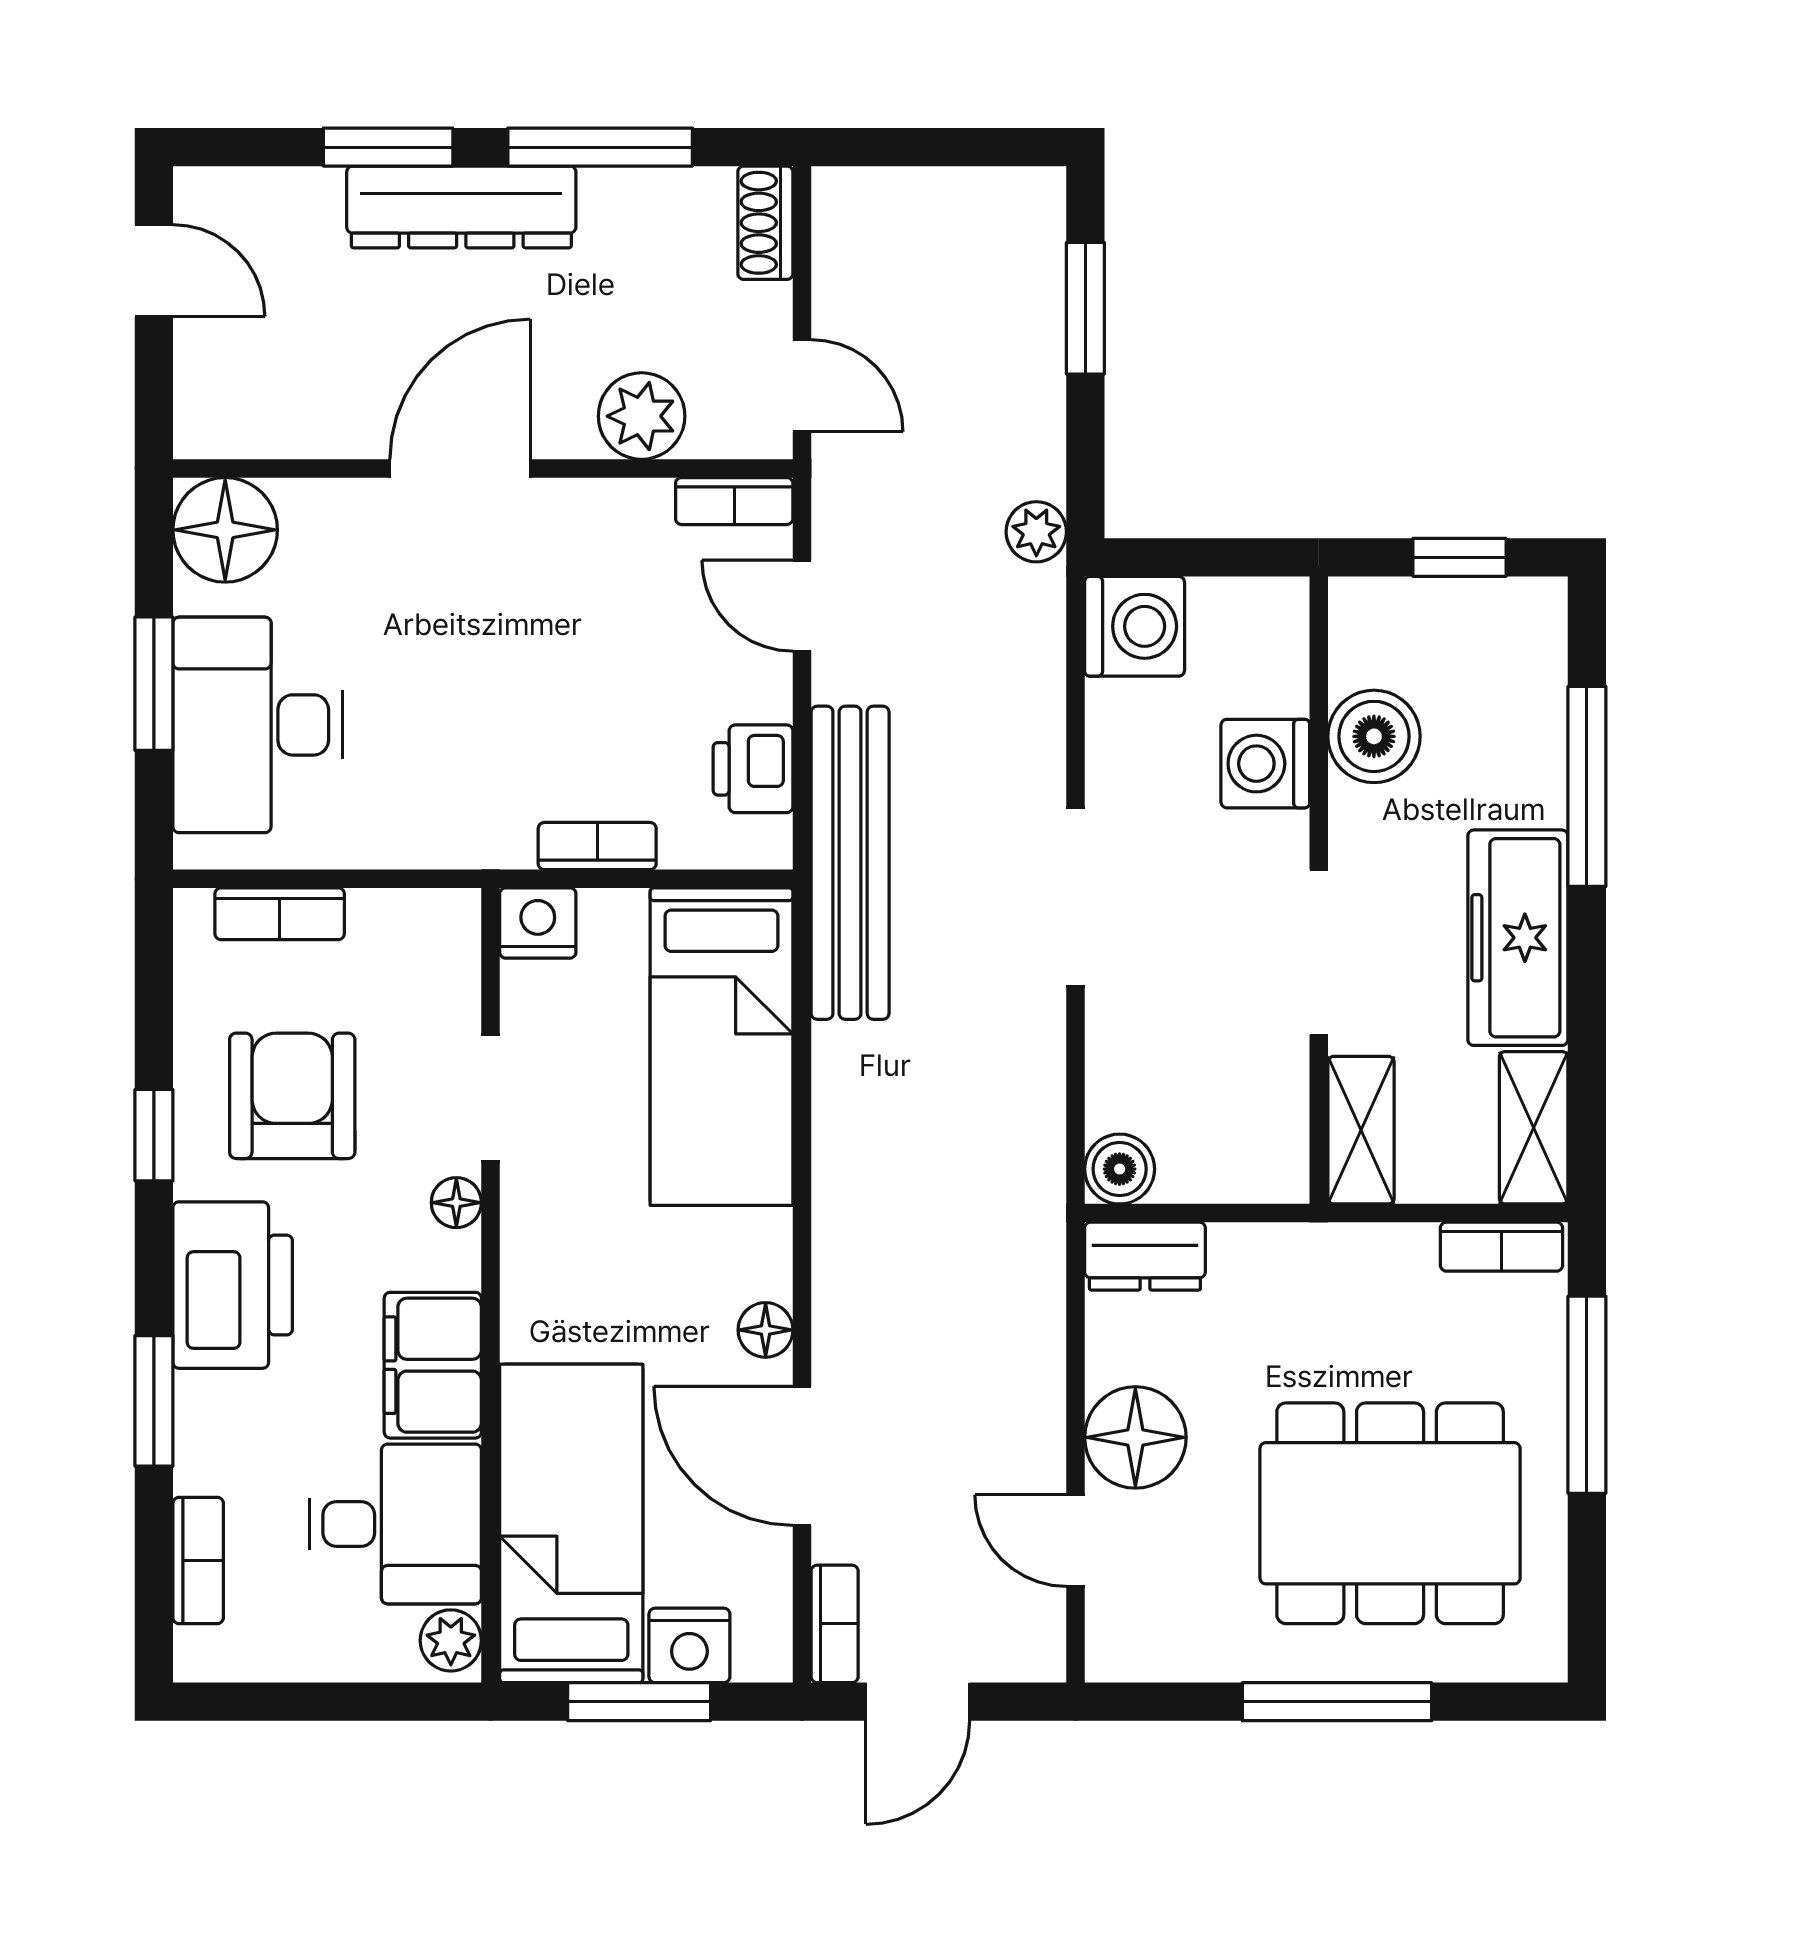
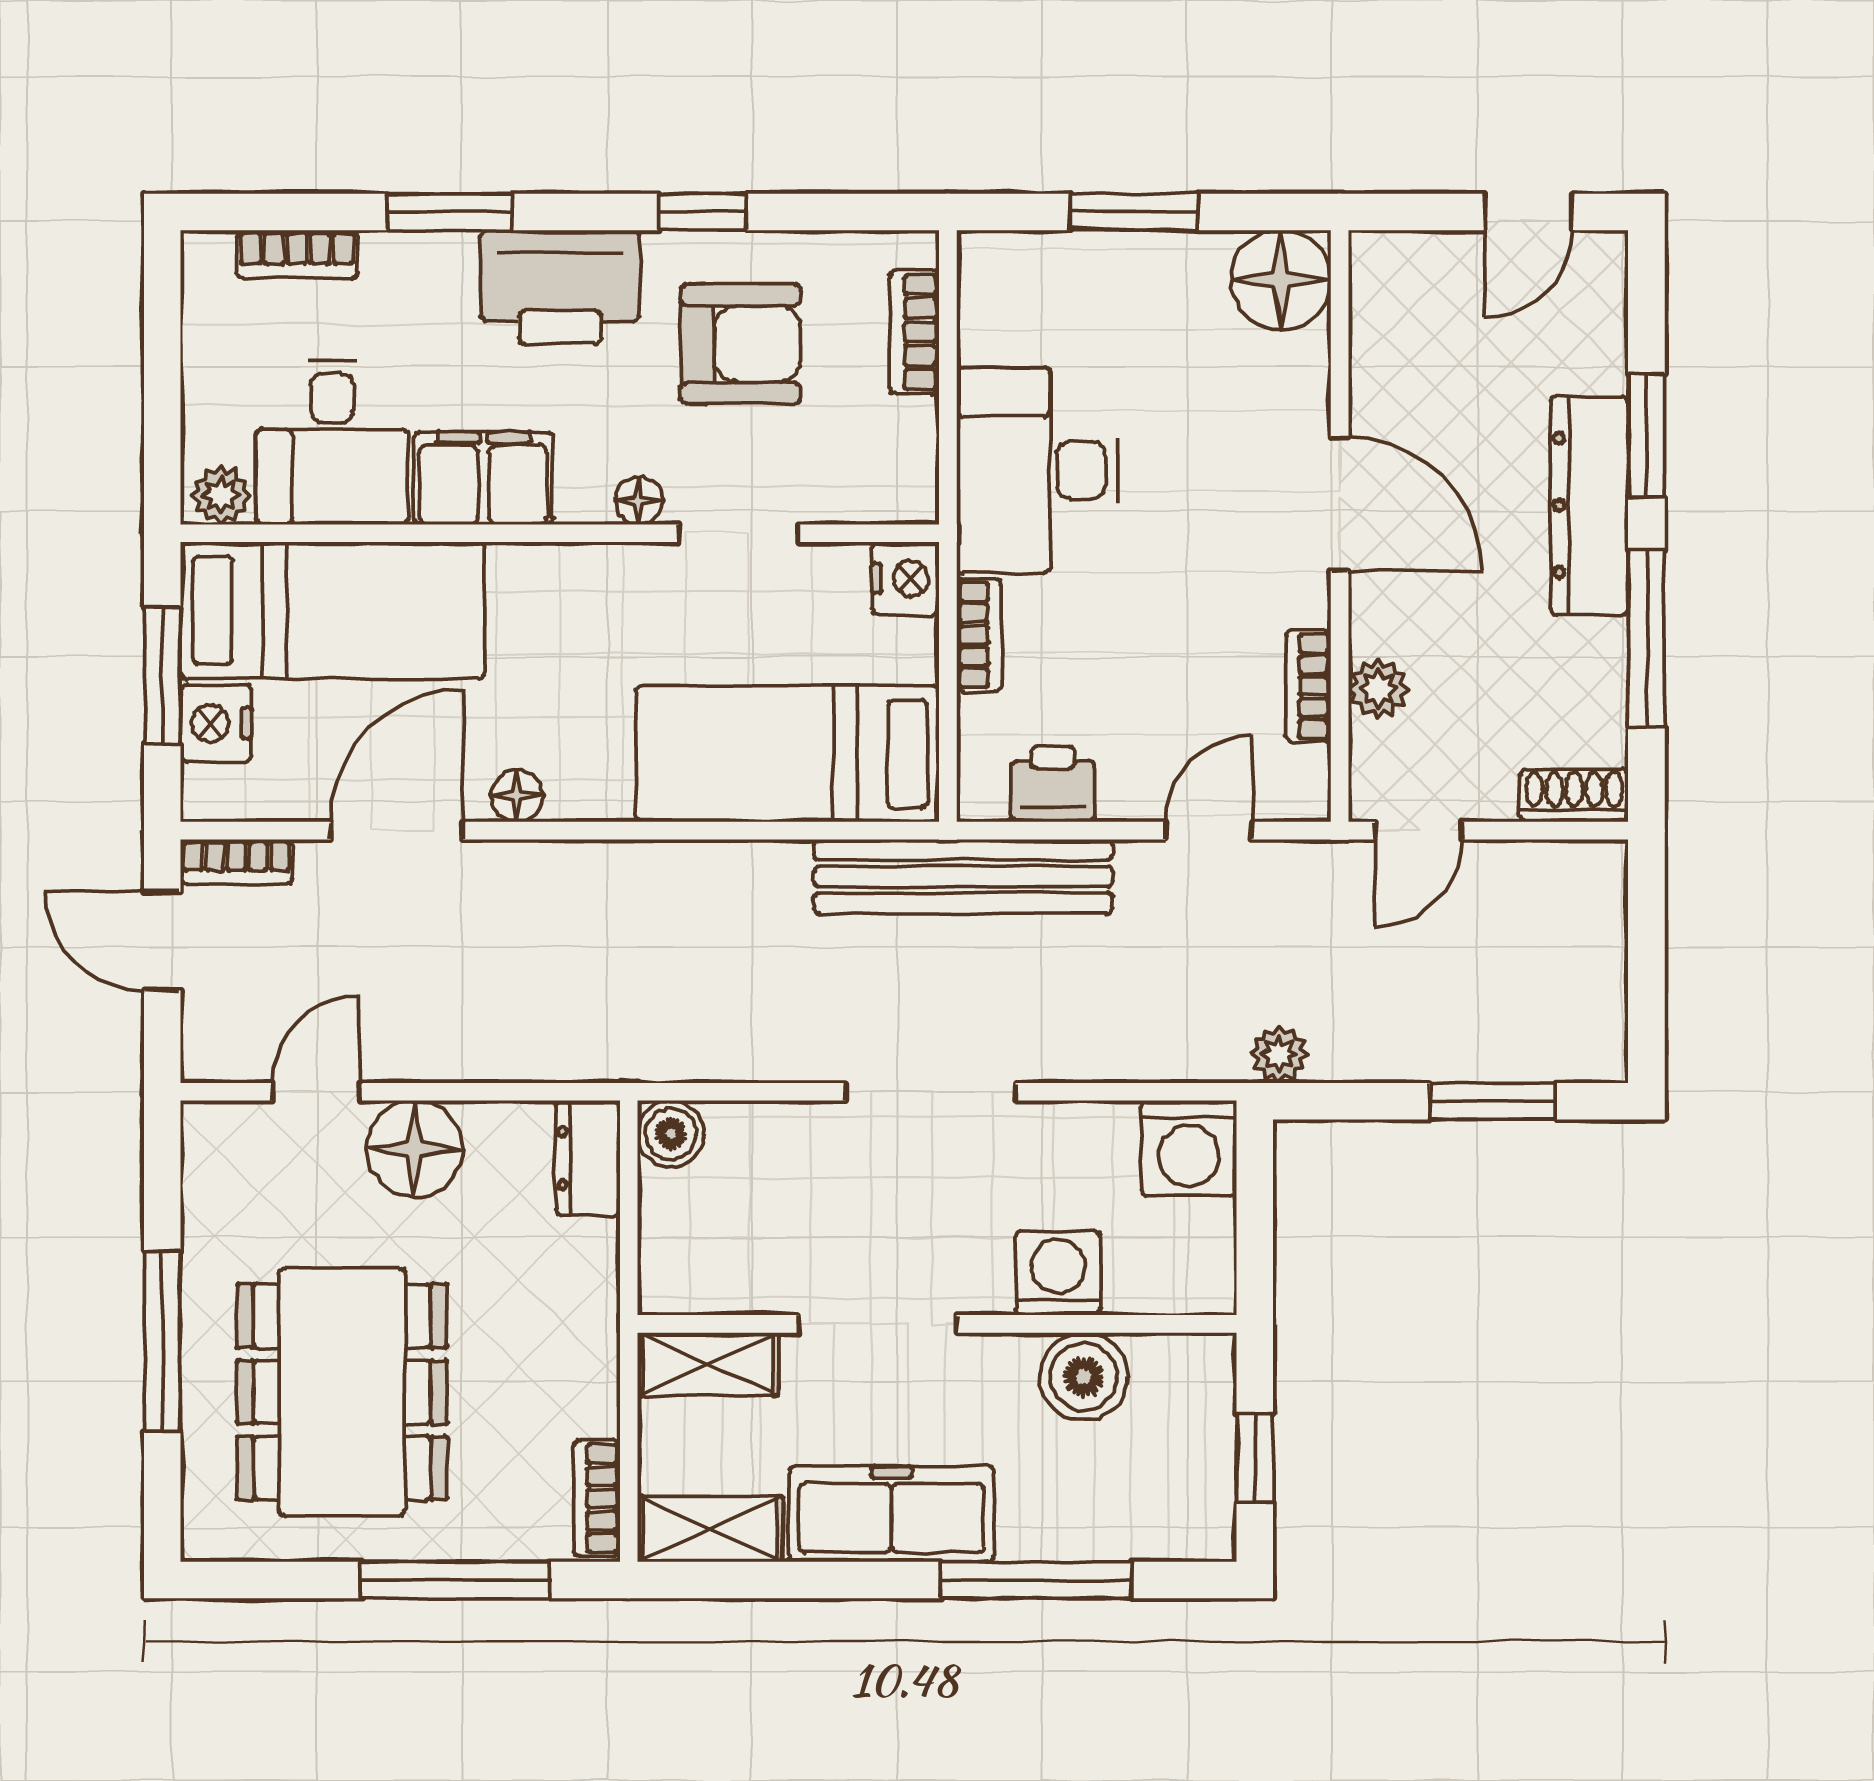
plant: (642, 416) -> (1378, 689), width x0.73, depth x0.73
bookcase: (734, 501) -> (1308, 686), moved
desk: (258, 725) -> (1037, 470), moved, turned -90

